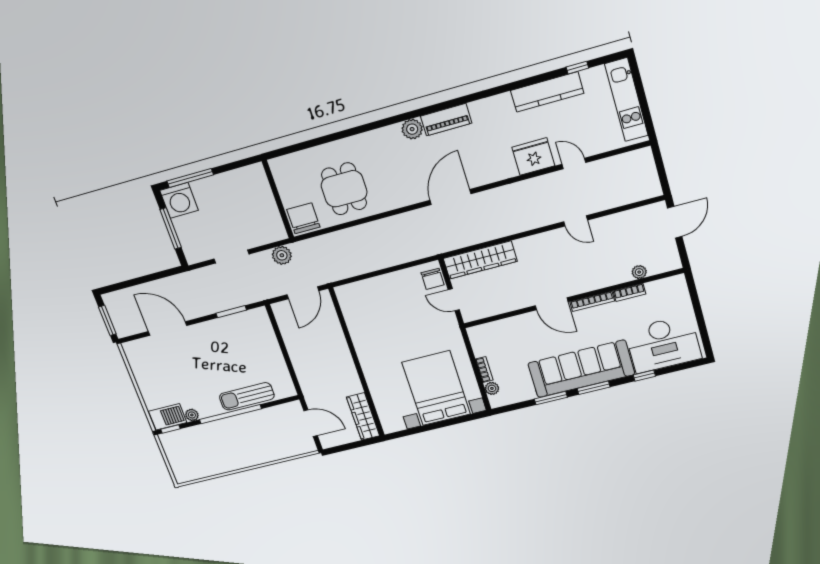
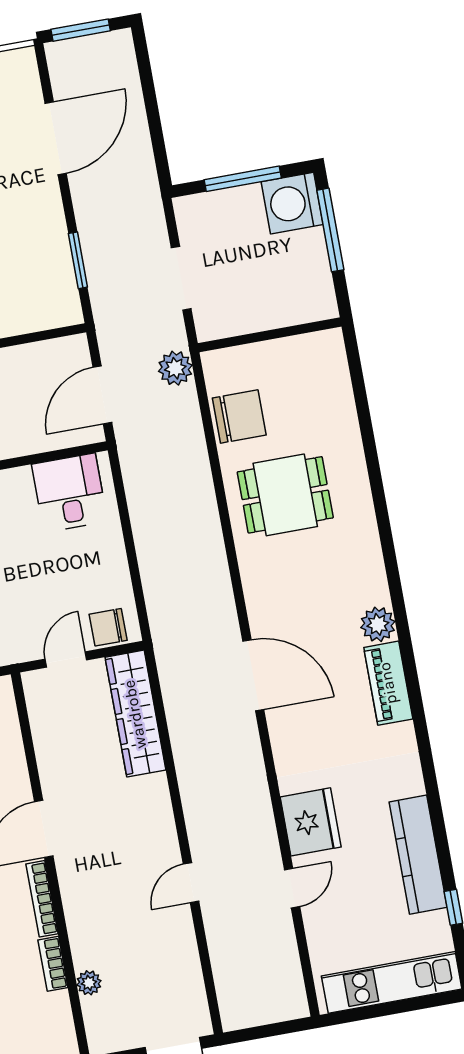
wall: (278, 199) -> (270, 335), moved
door: (303, 293) -> (102, 395), hinge flipped
desk: (360, 306) -> (70, 493), added

